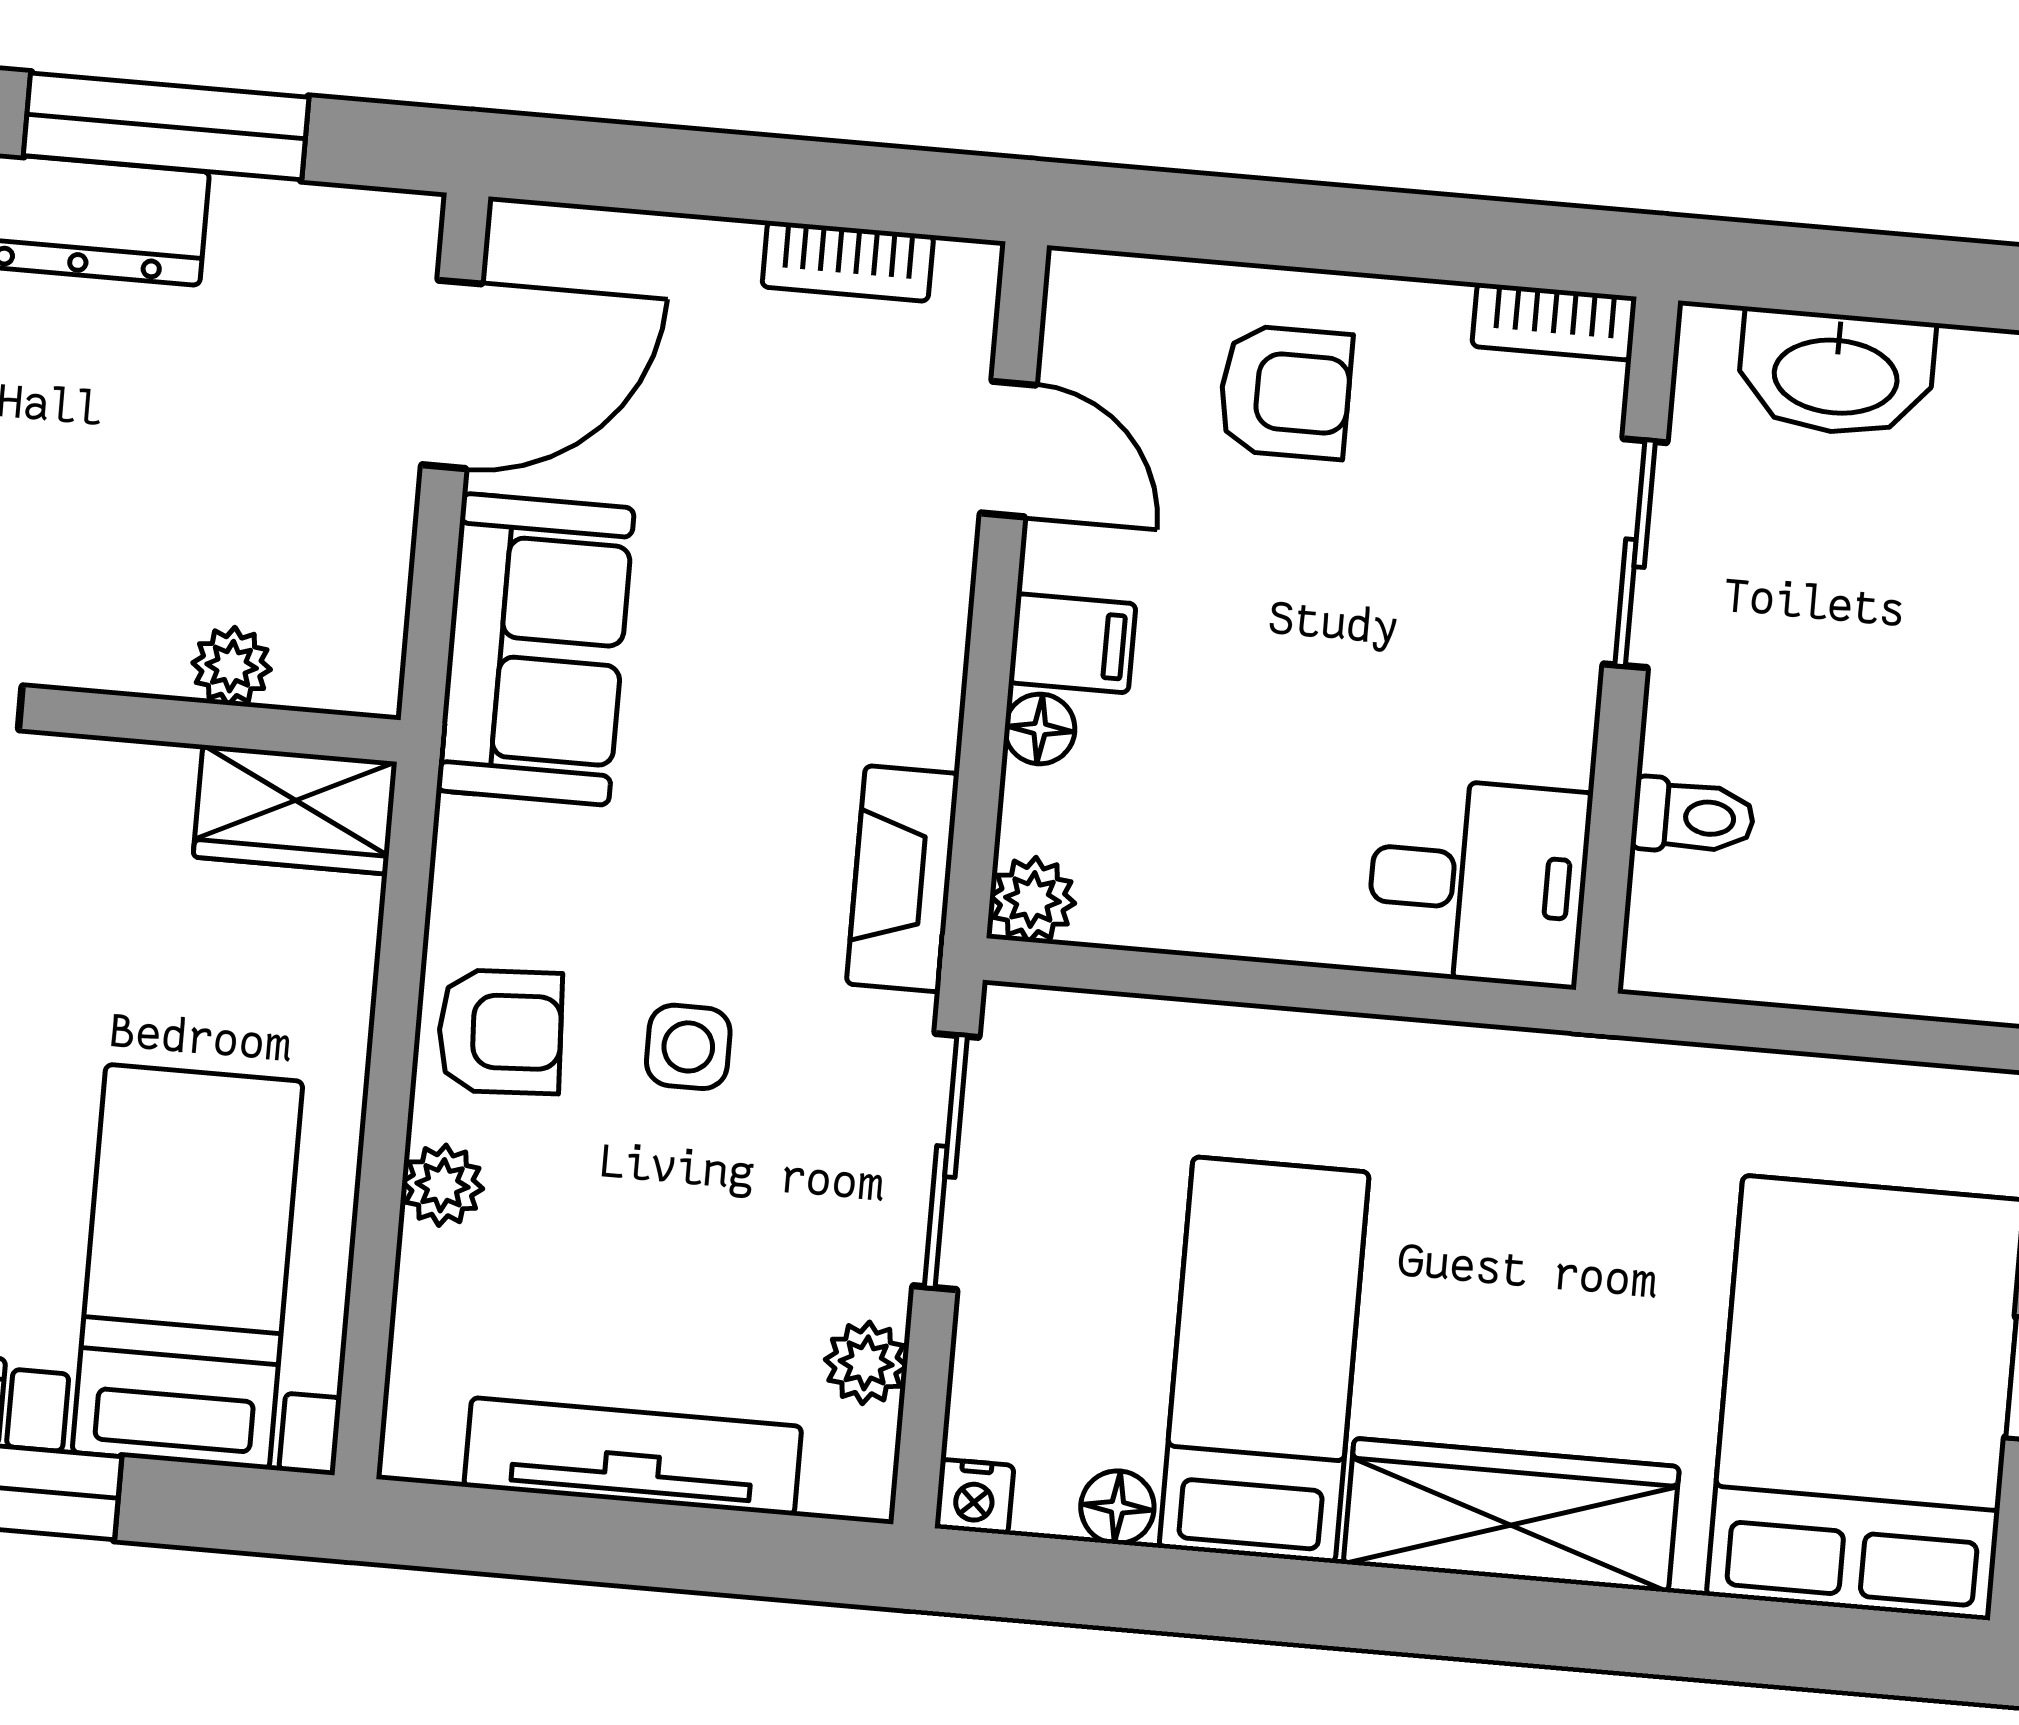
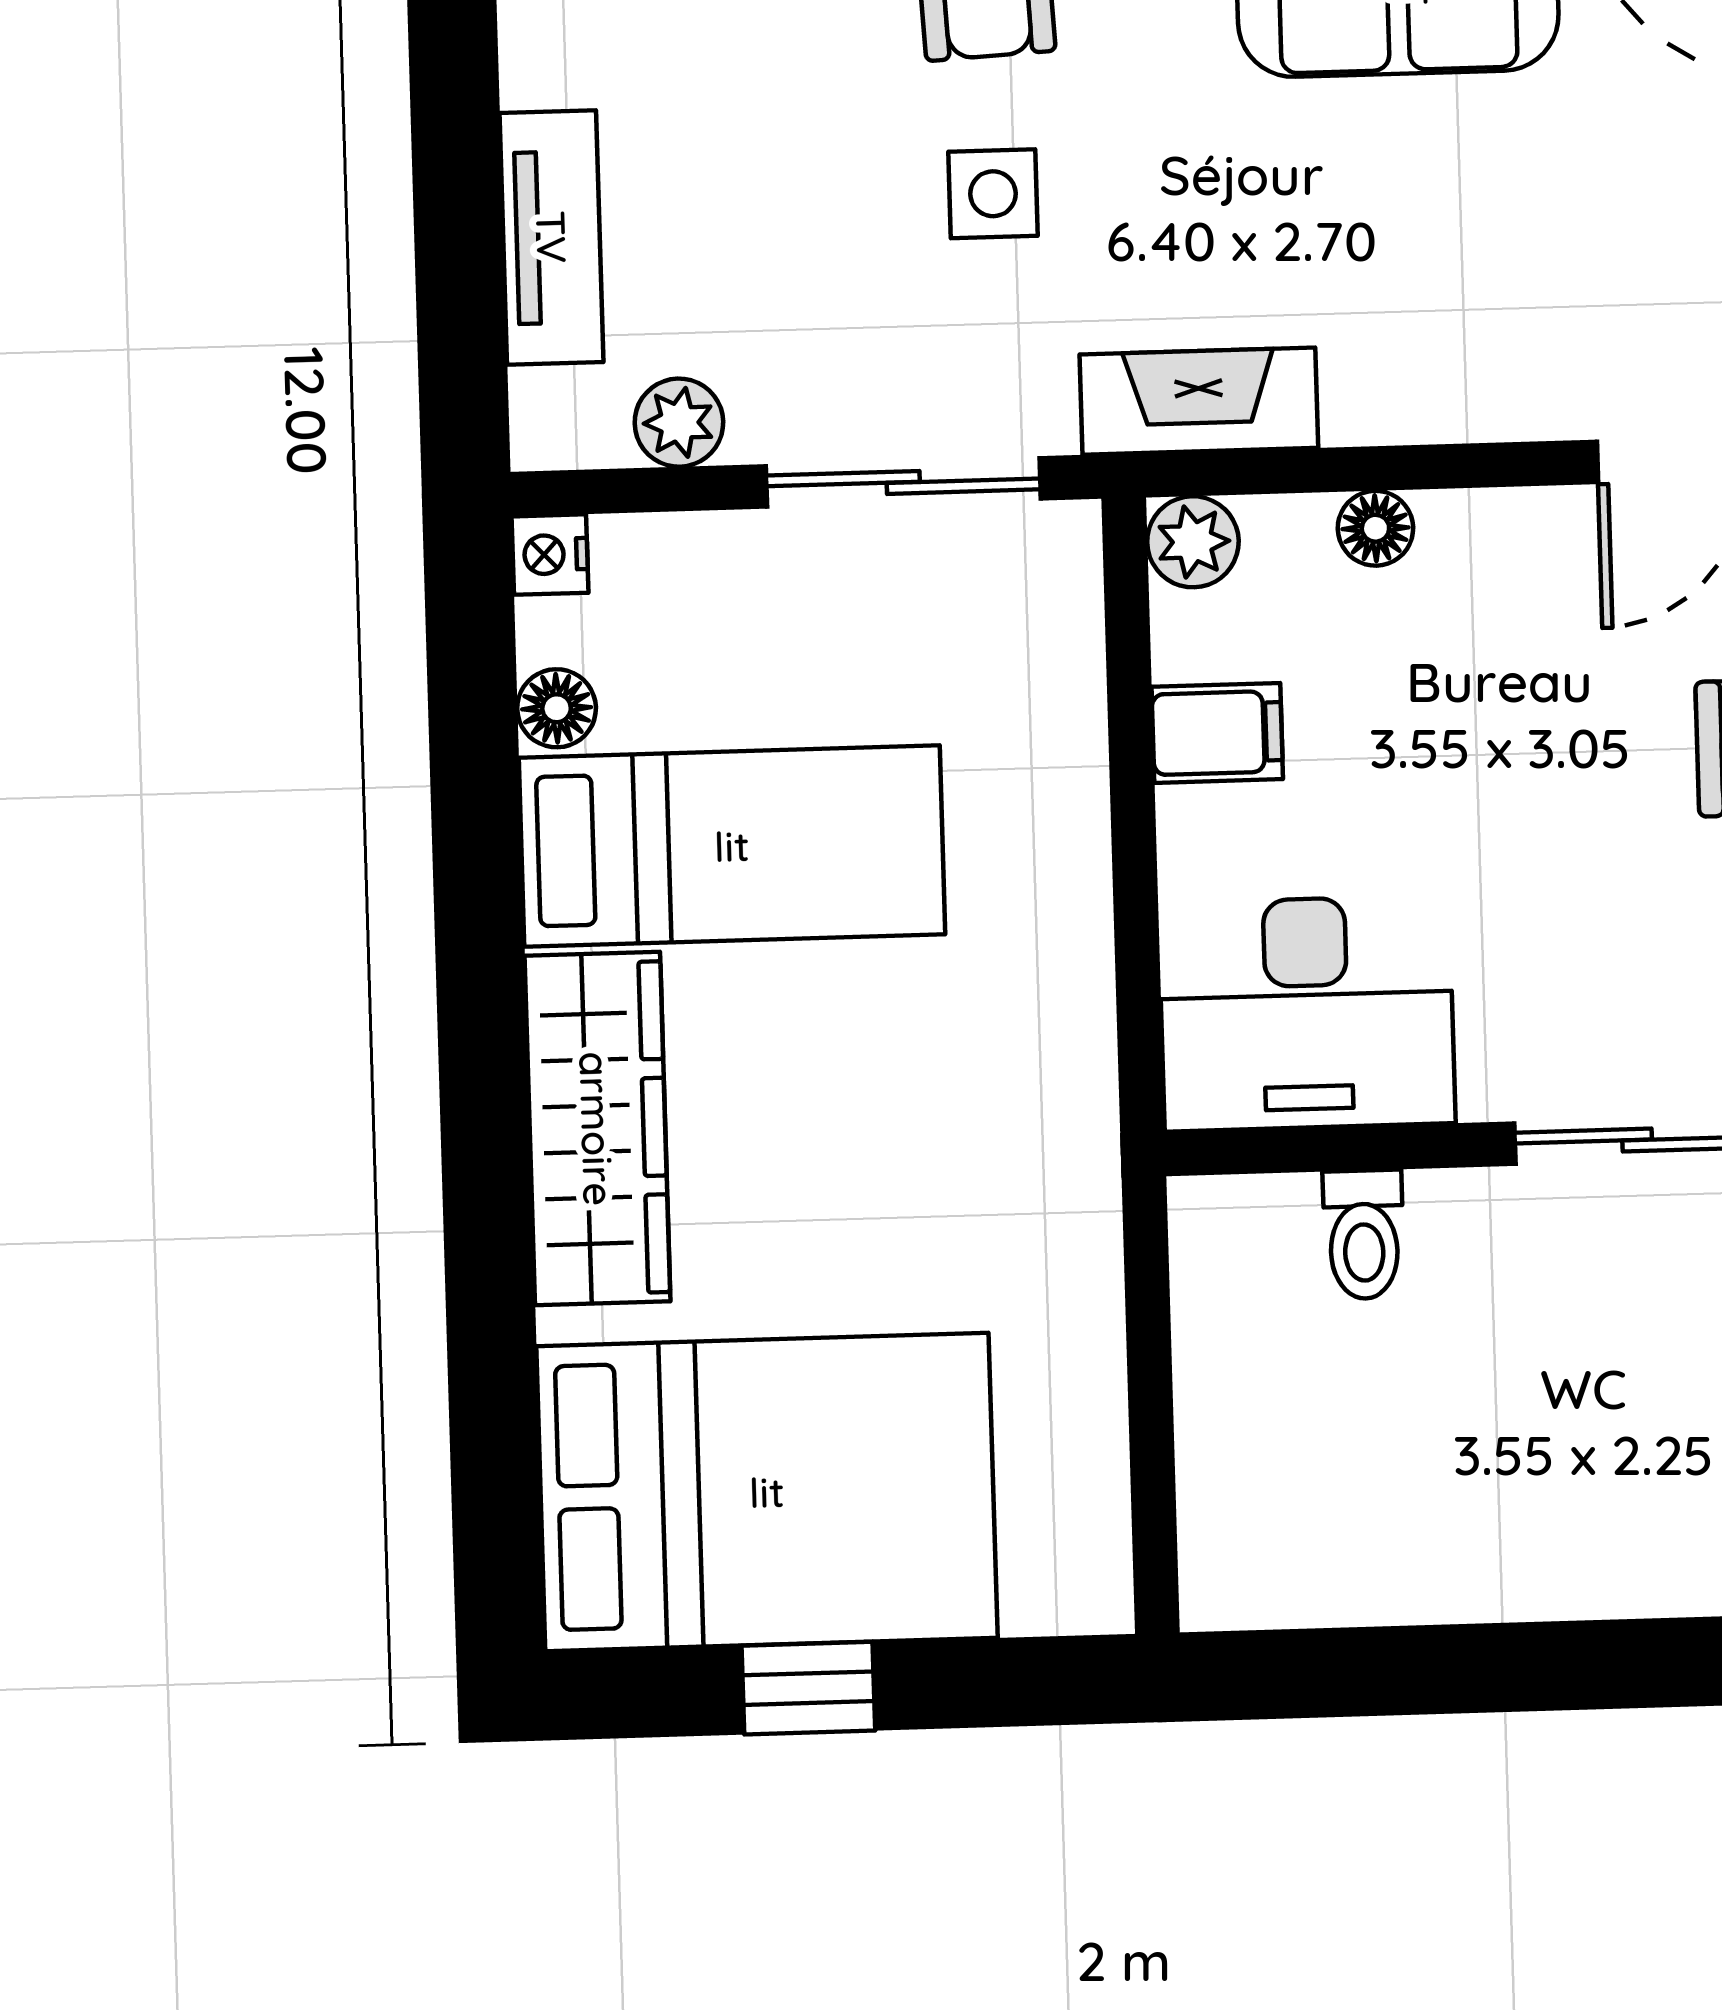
filing cabinet: (1072, 643) -> (1217, 733), moved, turned -90
desk: (1478, 882) -> (1307, 1013), width x1.37
tv unit: (633, 1457) -> (552, 237), width x0.71

